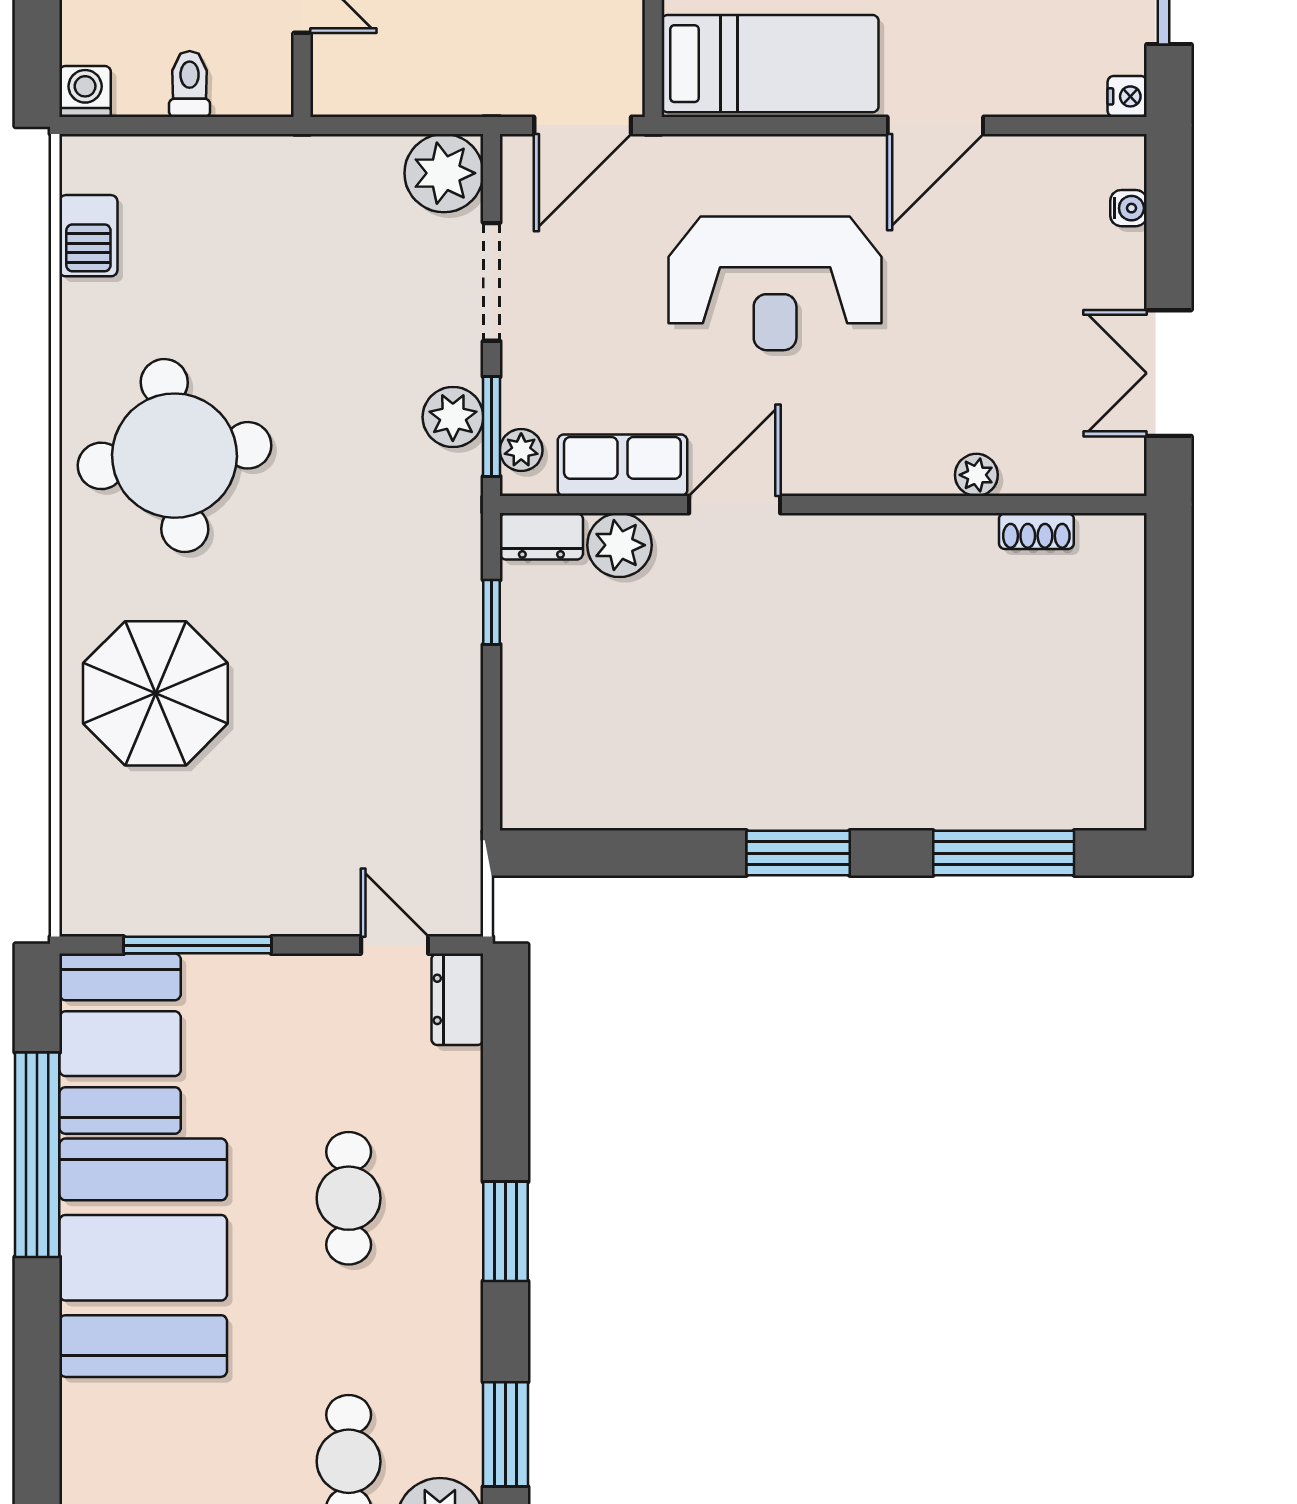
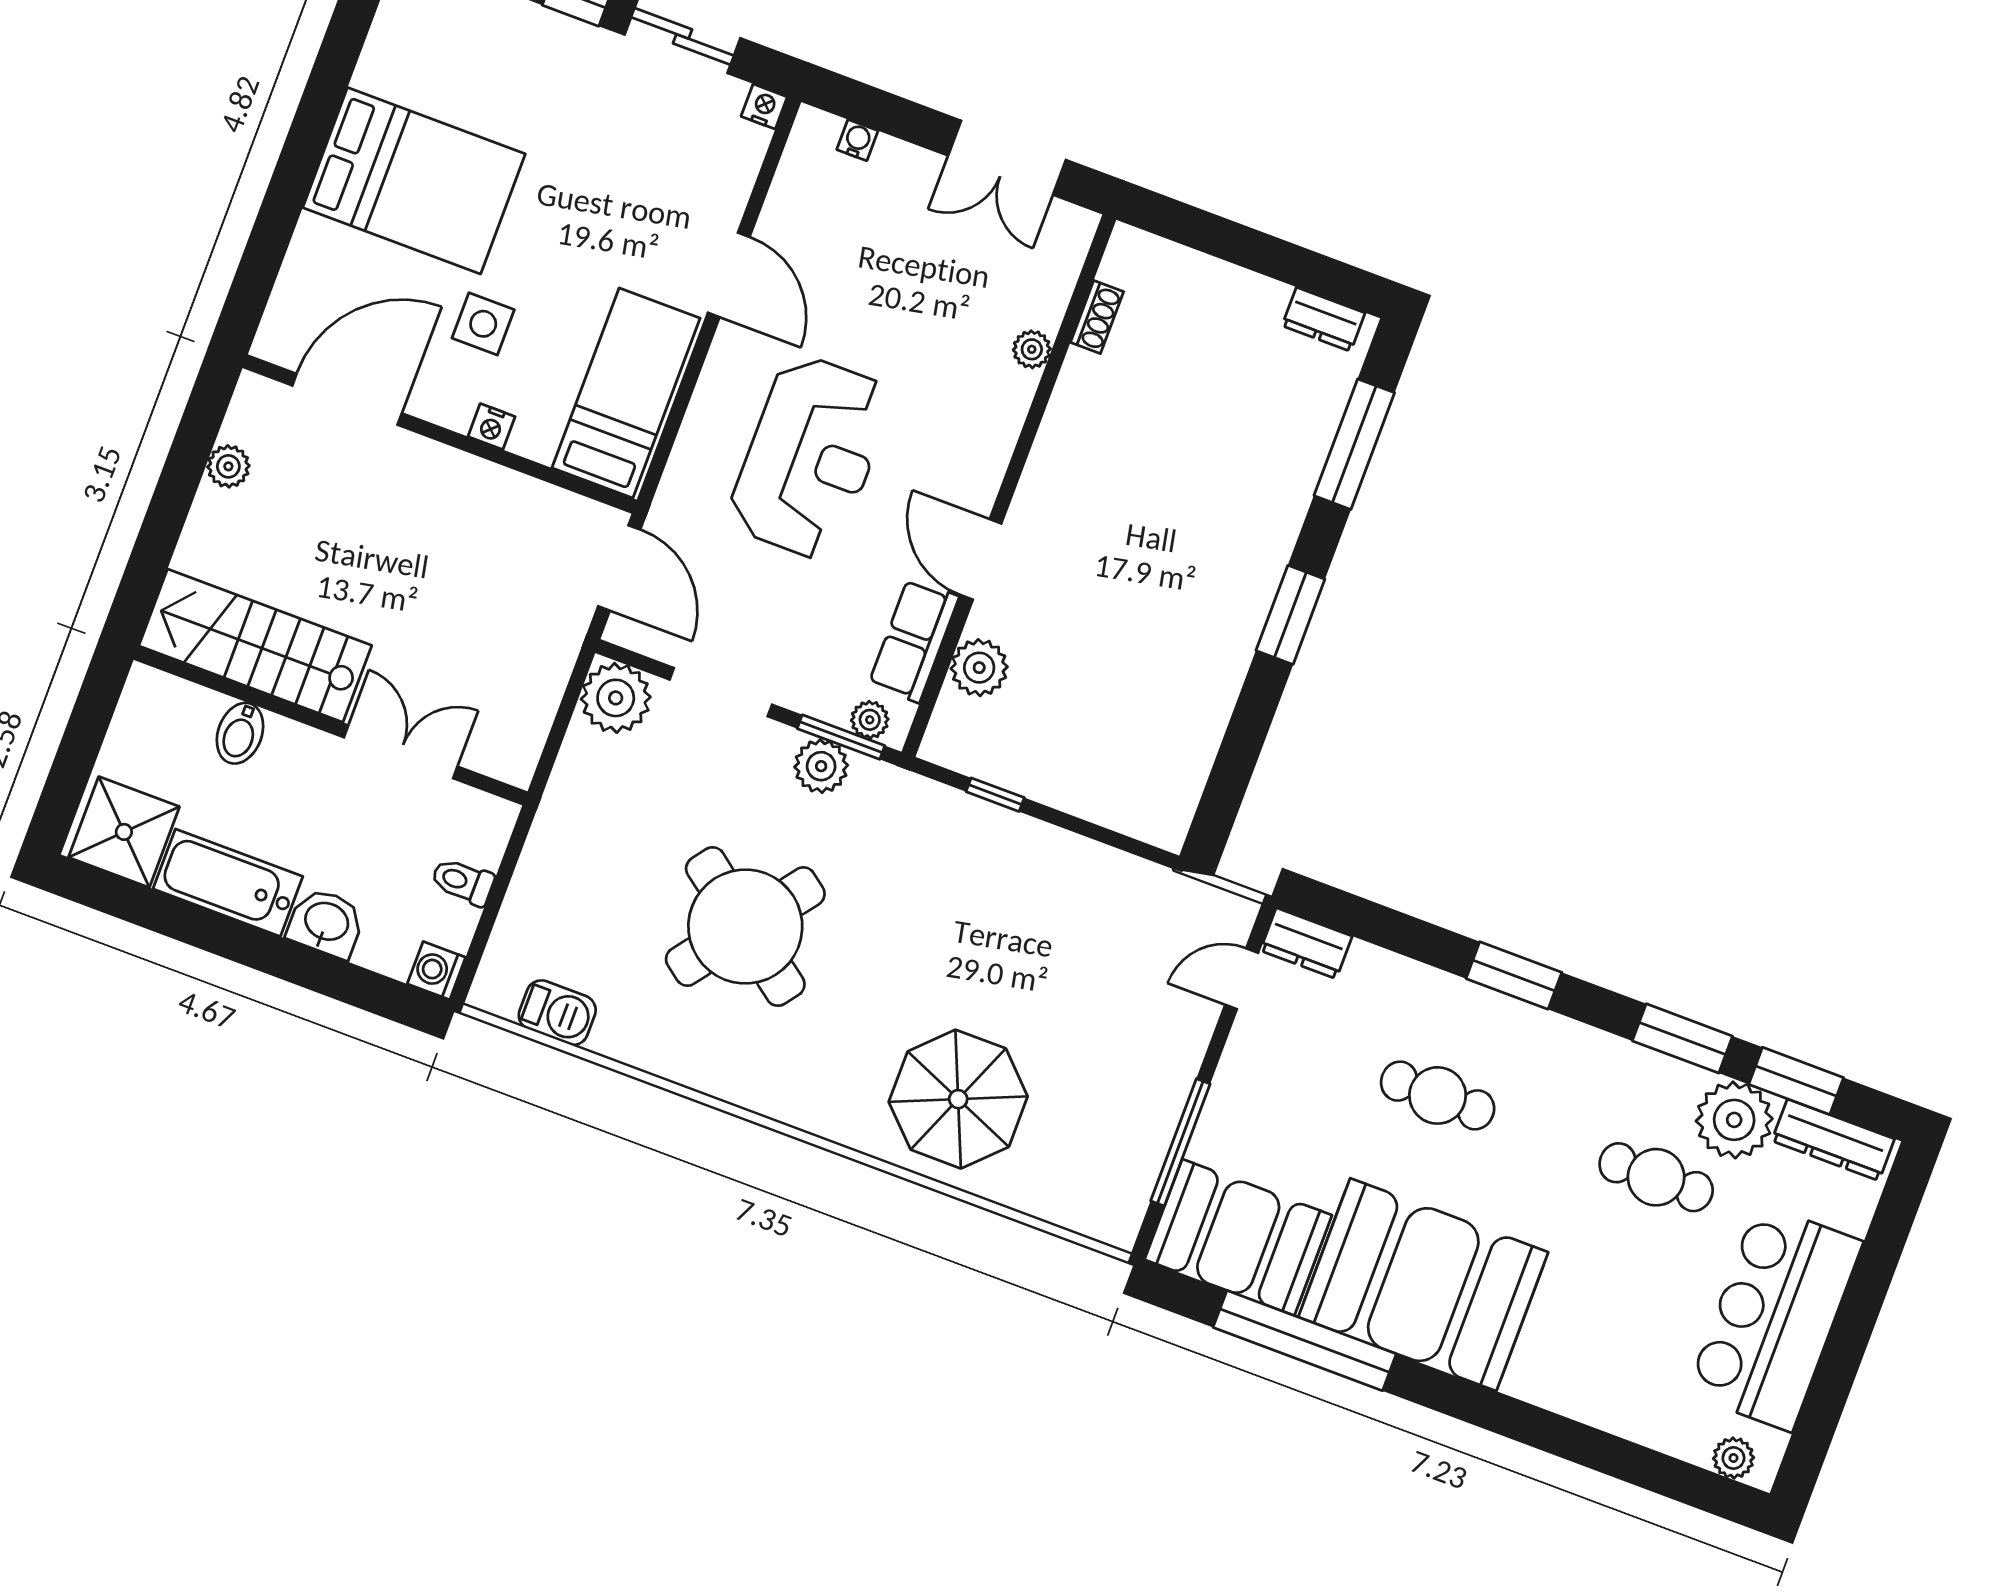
round table: (175, 456) -> (745, 927), moved, turned 45
dresser: (541, 536) -> (1323, 319), moved, turned 90

